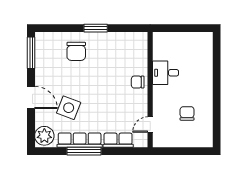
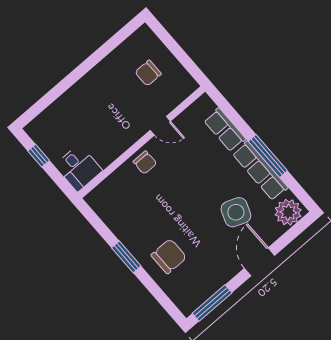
window: (191, 28) -> (39, 156), added
desk: (166, 73) -> (78, 168), moved
chair: (187, 113) -> (148, 73), moved
door: (150, 125) -> (160, 126), moved

